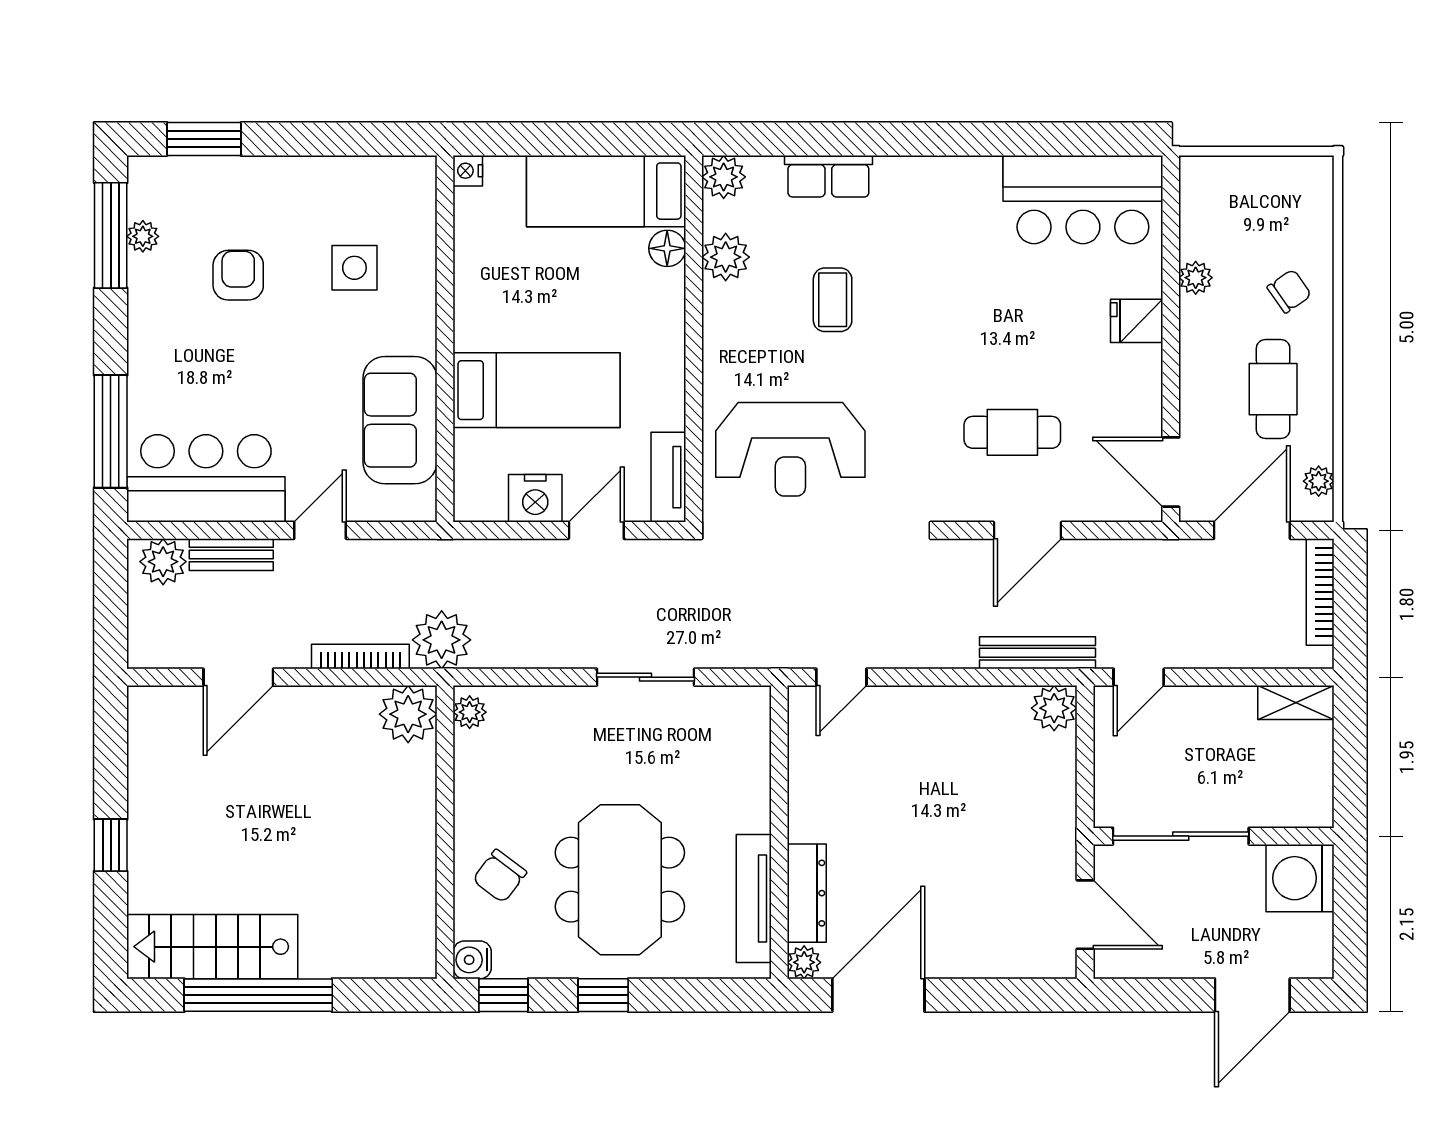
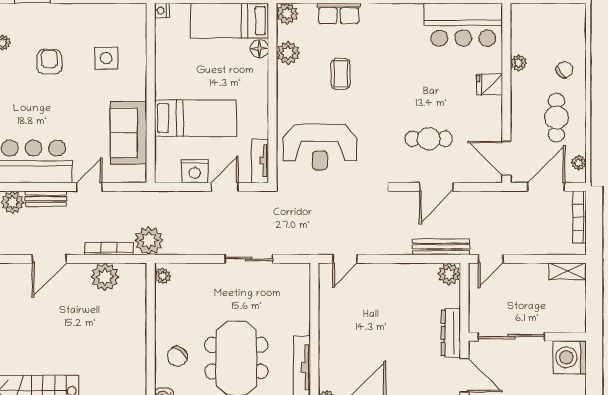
plant: (408, 714) -> (105, 277), moved
dresser: (807, 893) -> (451, 333), moved, turned 180

